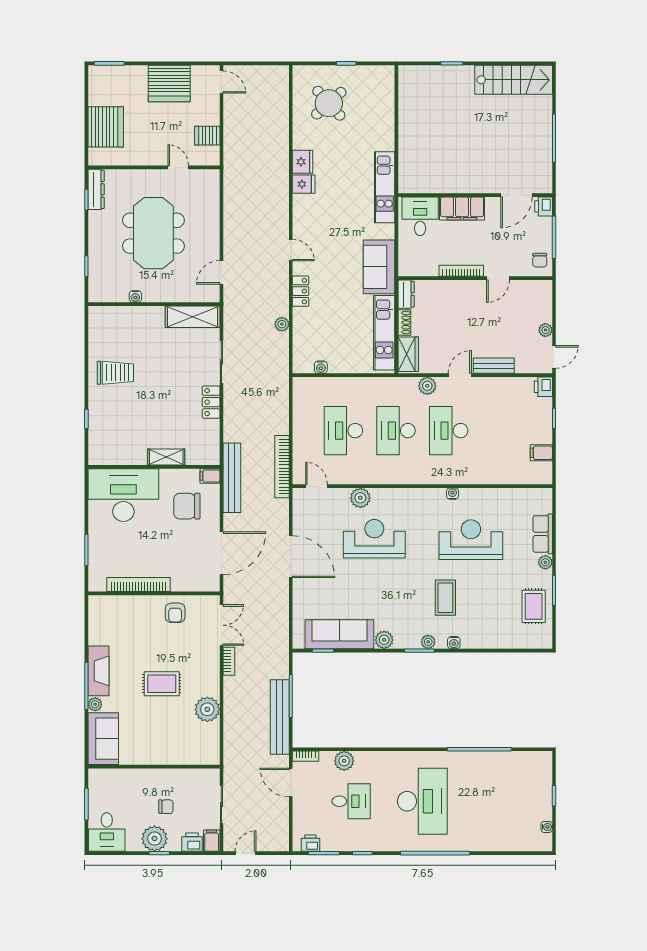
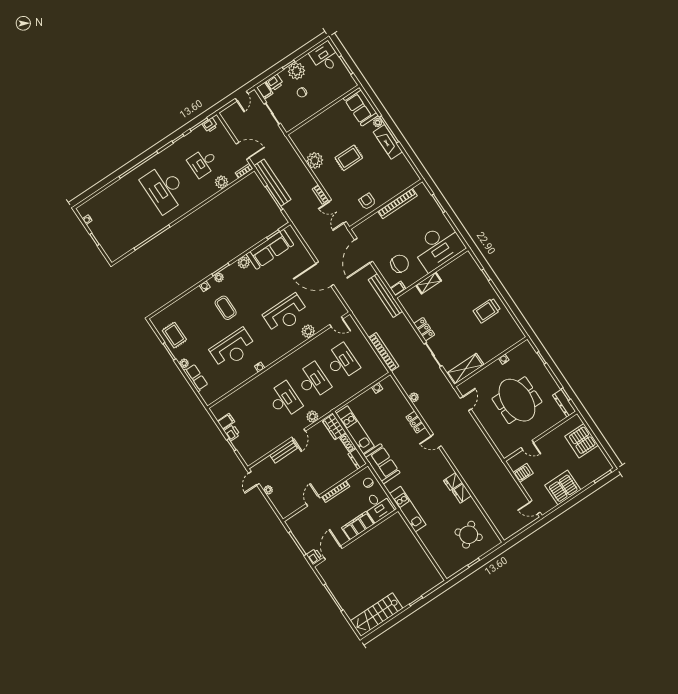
chair: (540, 260) -> (368, 483), moved
printer: (543, 387) -> (232, 433), moved
bookcase: (282, 467) -> (384, 352), moved

